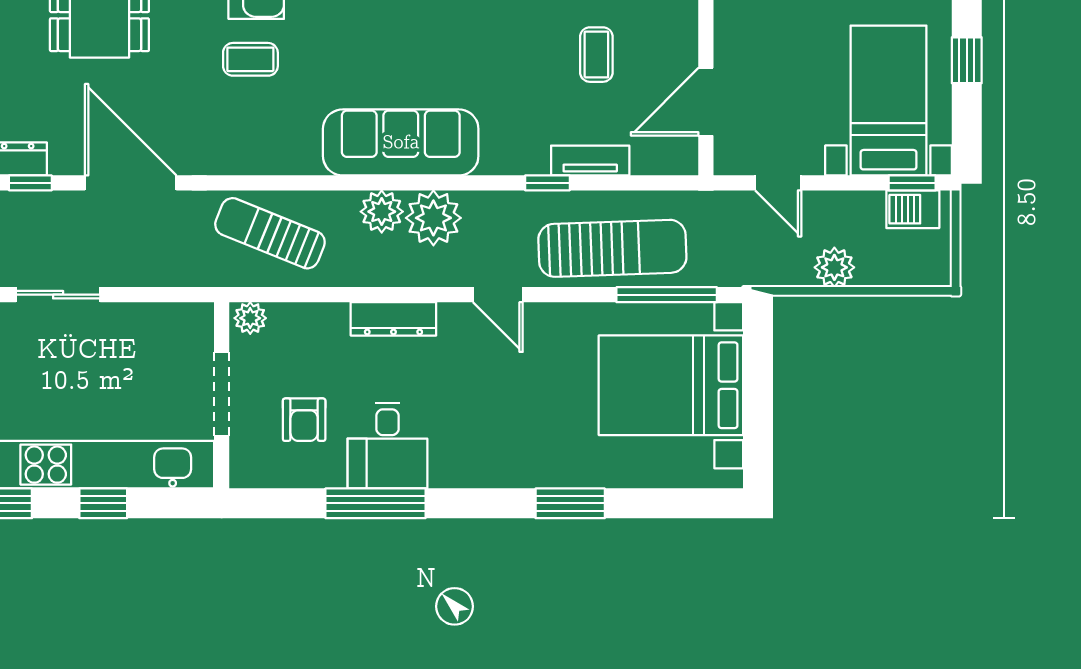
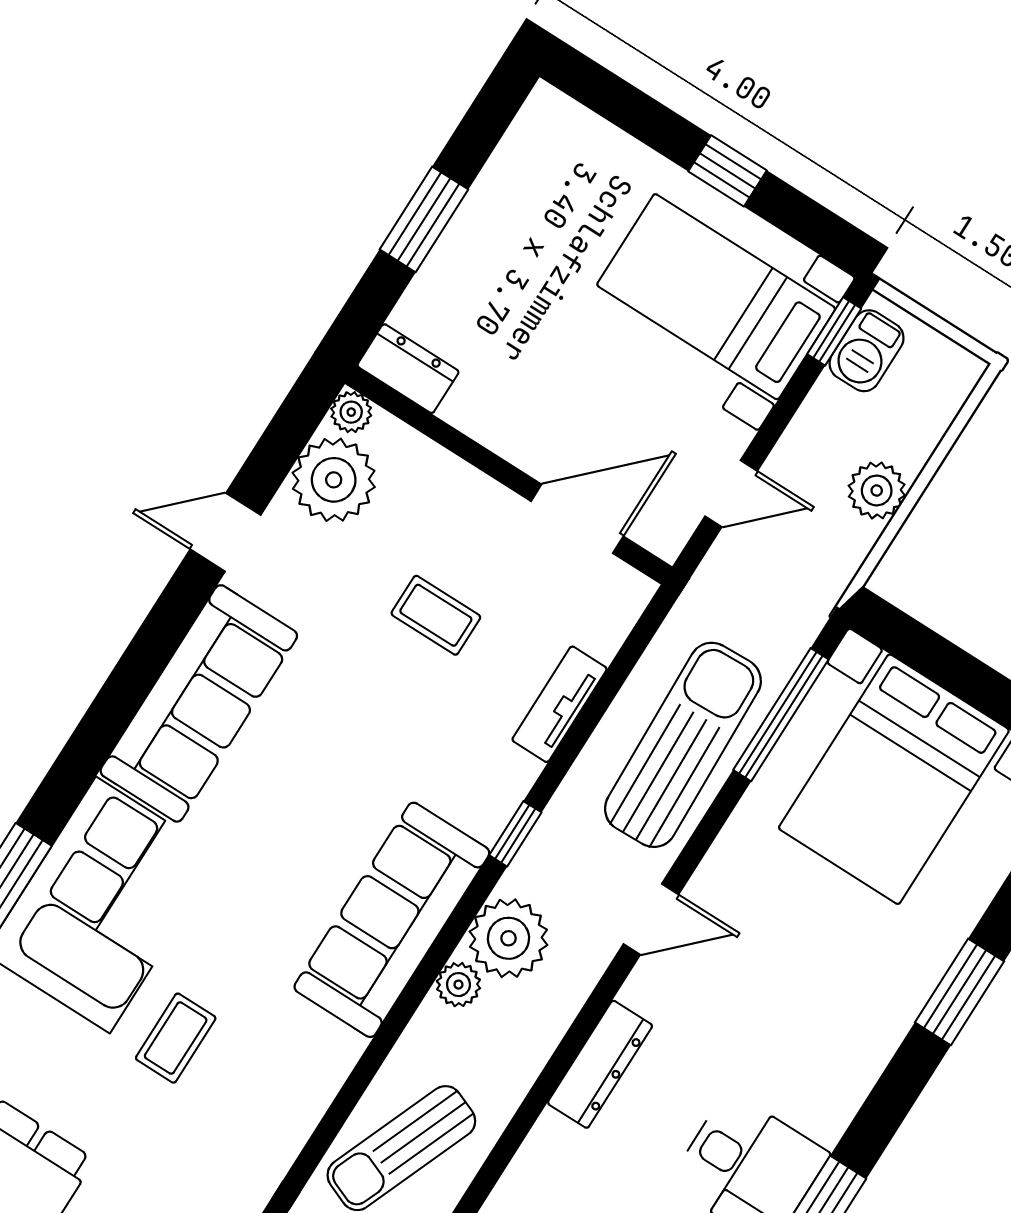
door: (706, 102) -> (577, 519), swing flipped
window: (547, 183) -> (515, 834), moved
plant: (382, 212) -> (458, 985), width x0.73, depth x0.73

